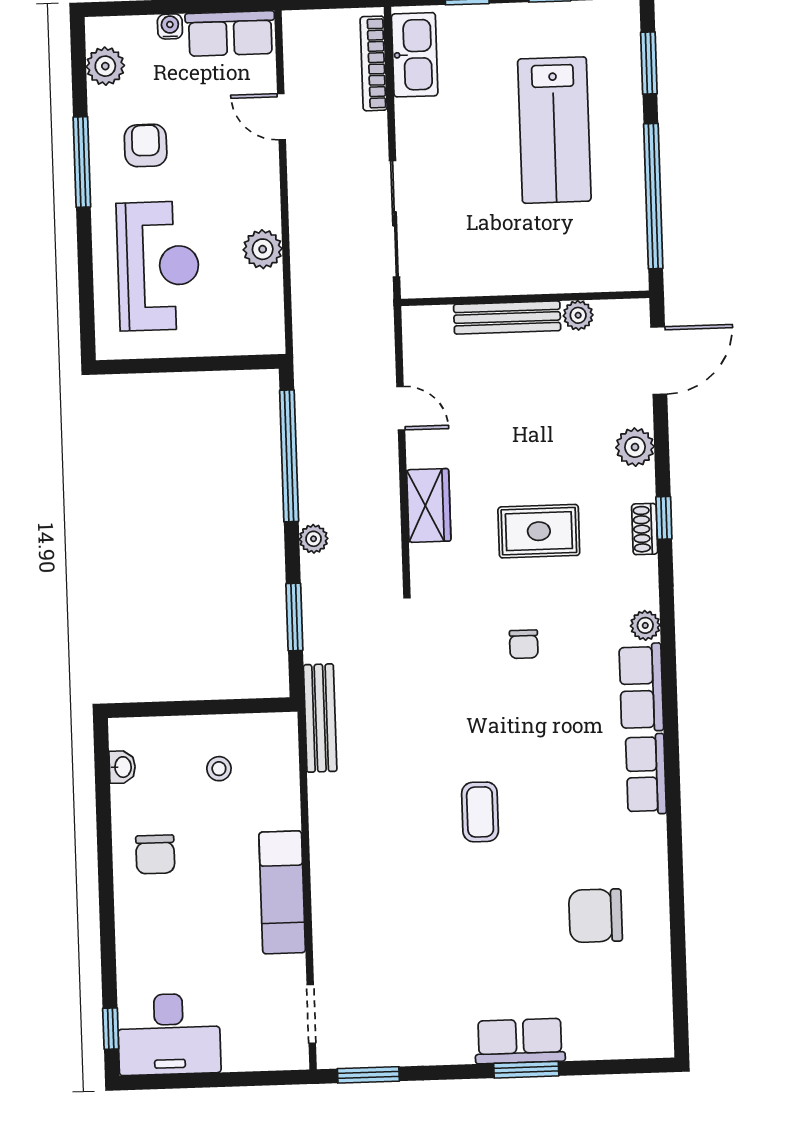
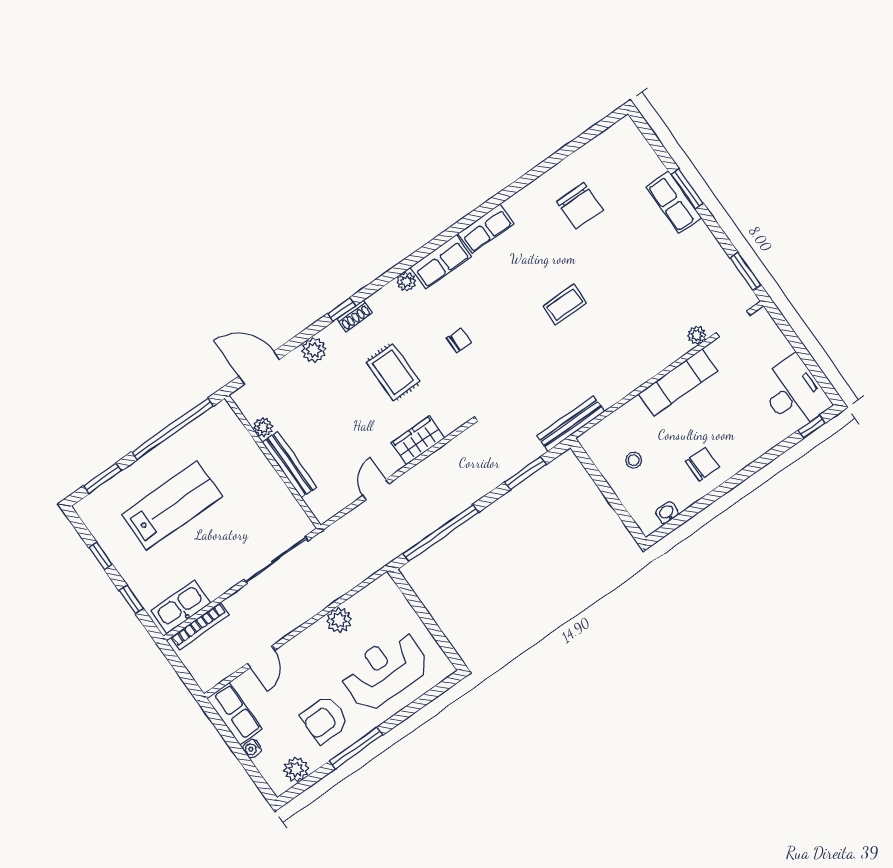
armchair: (146, 145) -> (325, 720), width x1.38, depth x1.38
plant: (314, 539) -> (697, 335), moved

